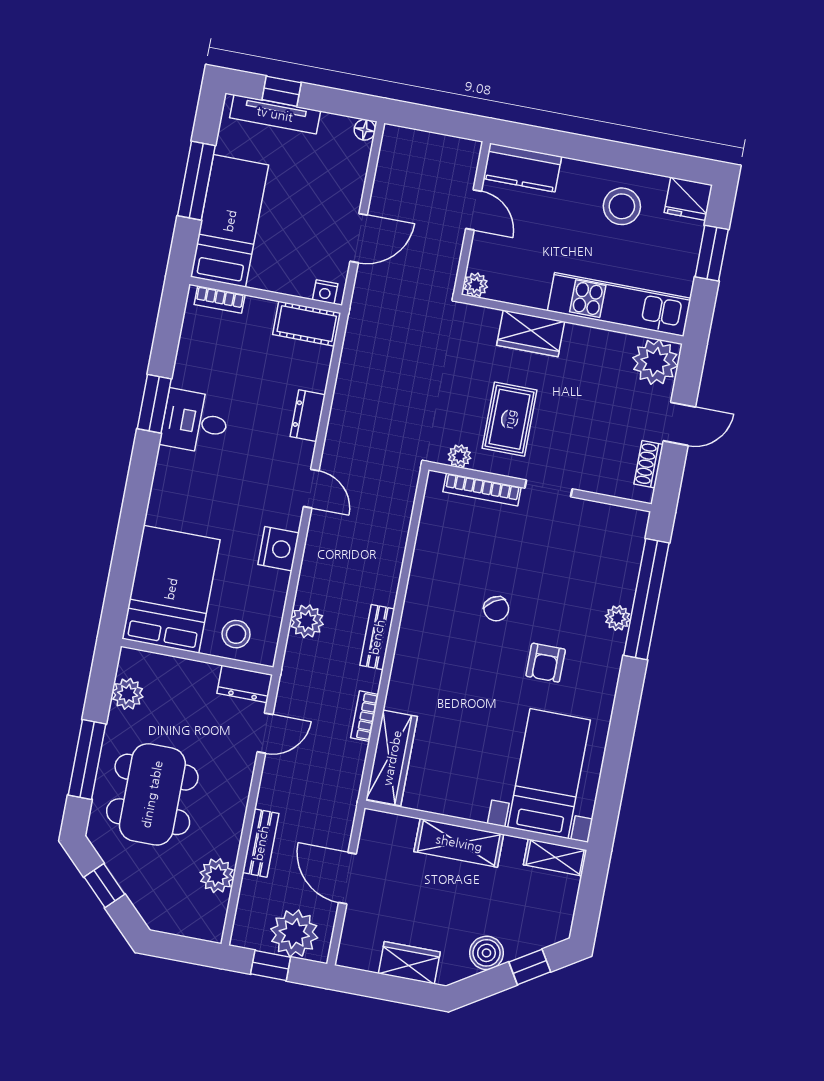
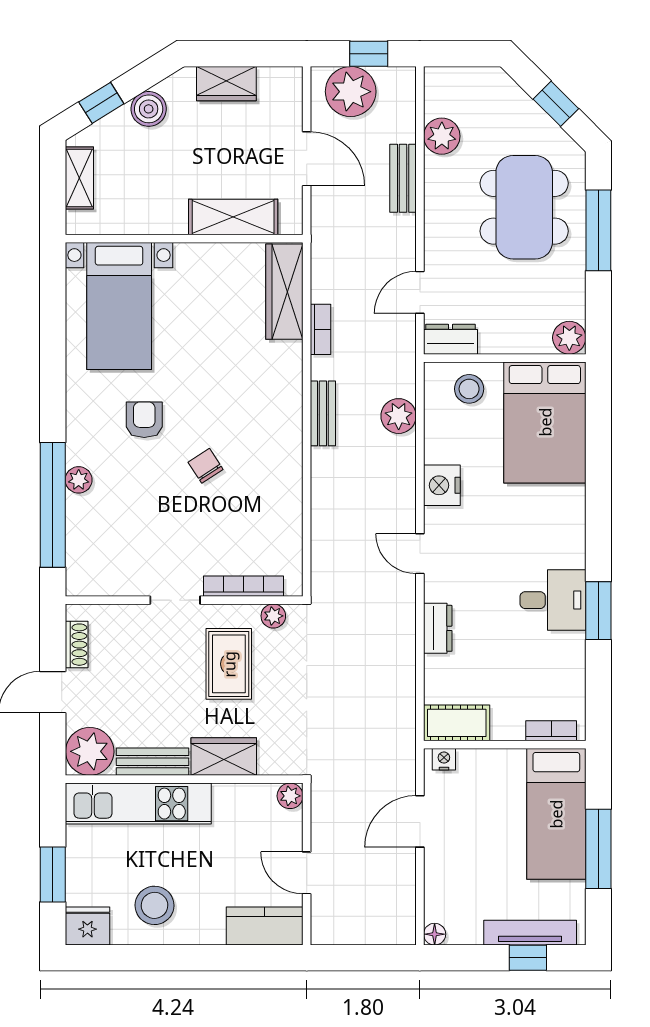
bench: (598, 341) -> (152, 762), added
plant: (128, 694) -> (569, 338), moved
shelving: (459, 843) -> (233, 217), moved
shelving: (555, 857) -> (79, 178), moved, turned 90

